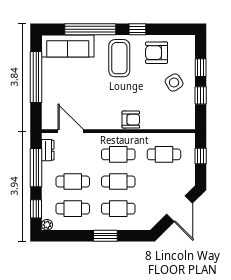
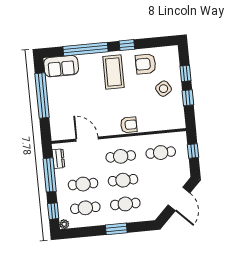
sofa: (68, 46) -> (61, 66), width x0.73
door: (71, 131) -> (87, 139), moved

